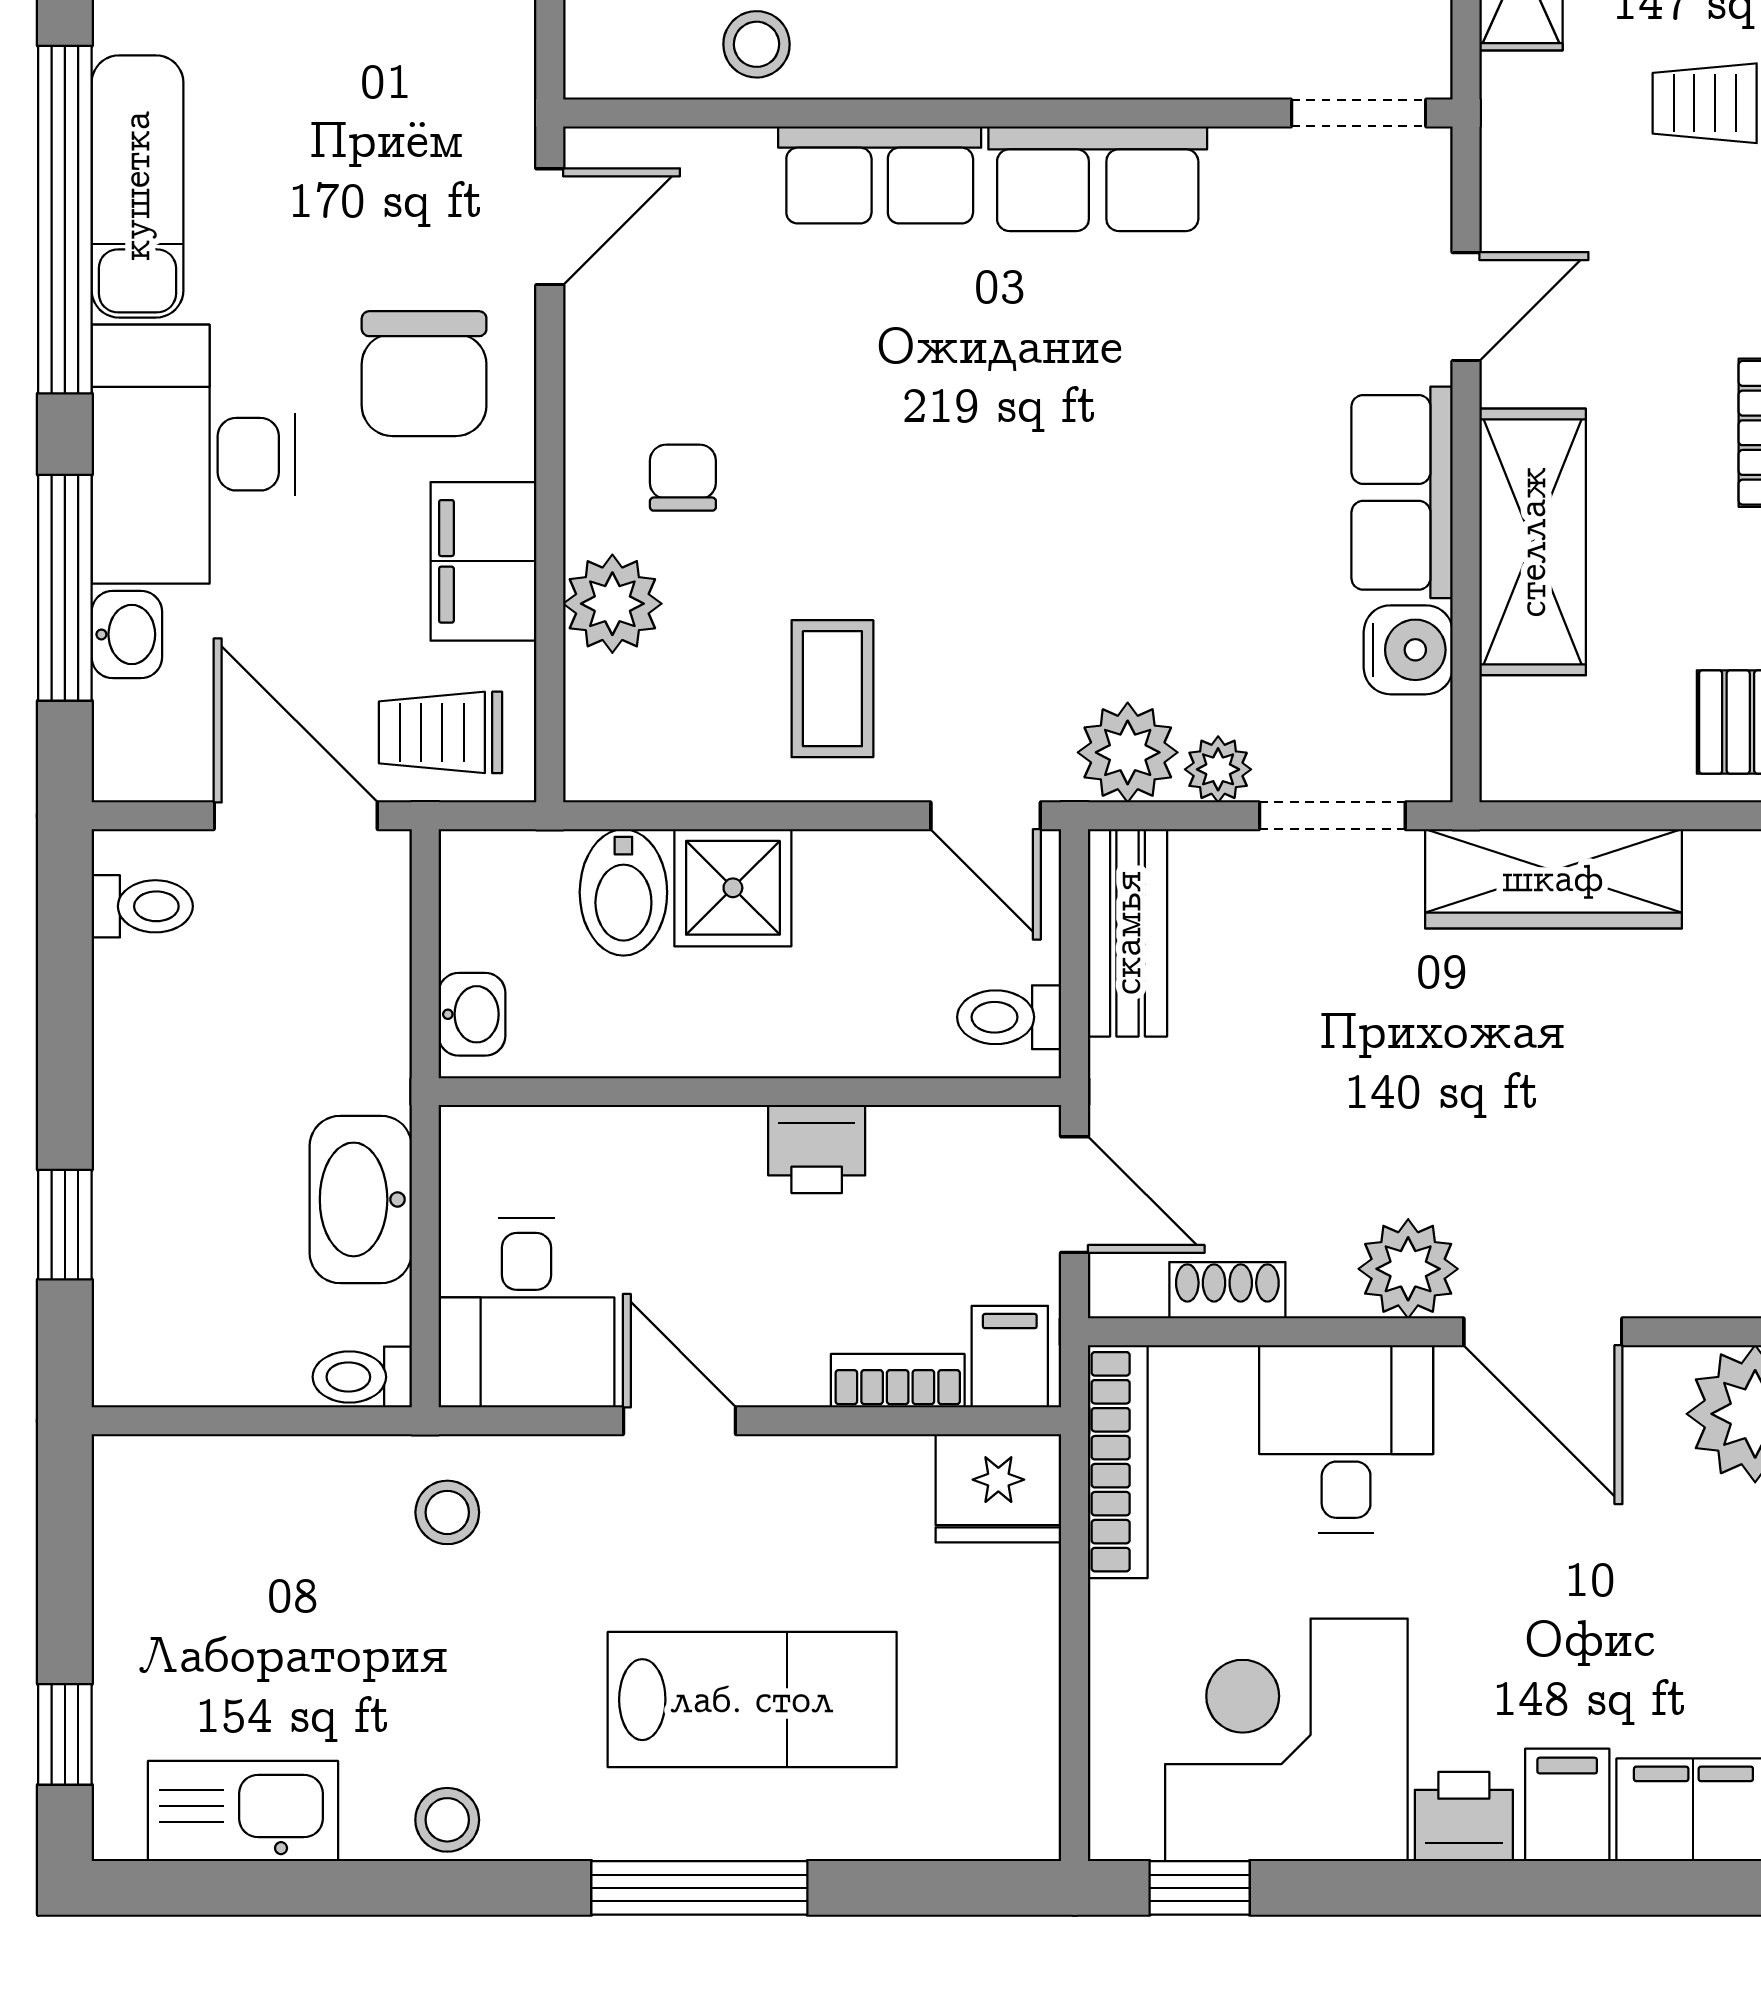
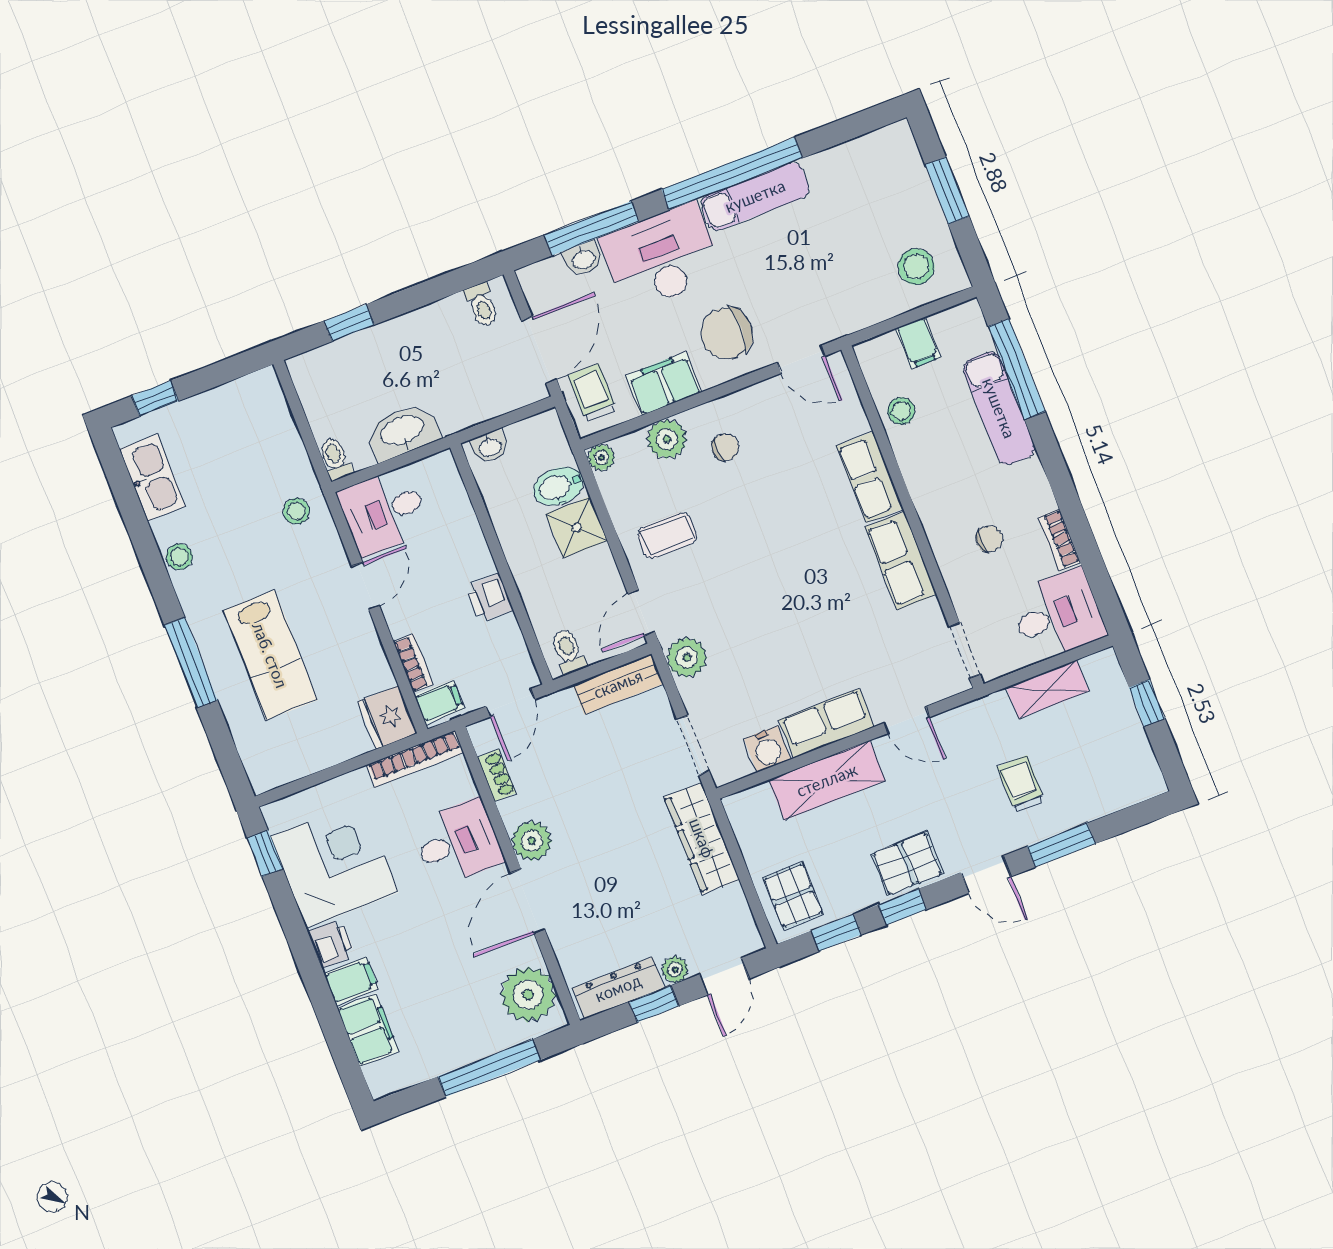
plant: (1218, 769) -> (601, 458), moved

